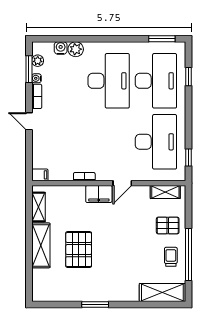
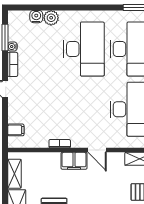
plant: (38, 61) -> (14, 29), removed
filing cabinet: (40, 175) -> (16, 130), moved
door: (122, 183) -> (97, 150), hinge flipped

